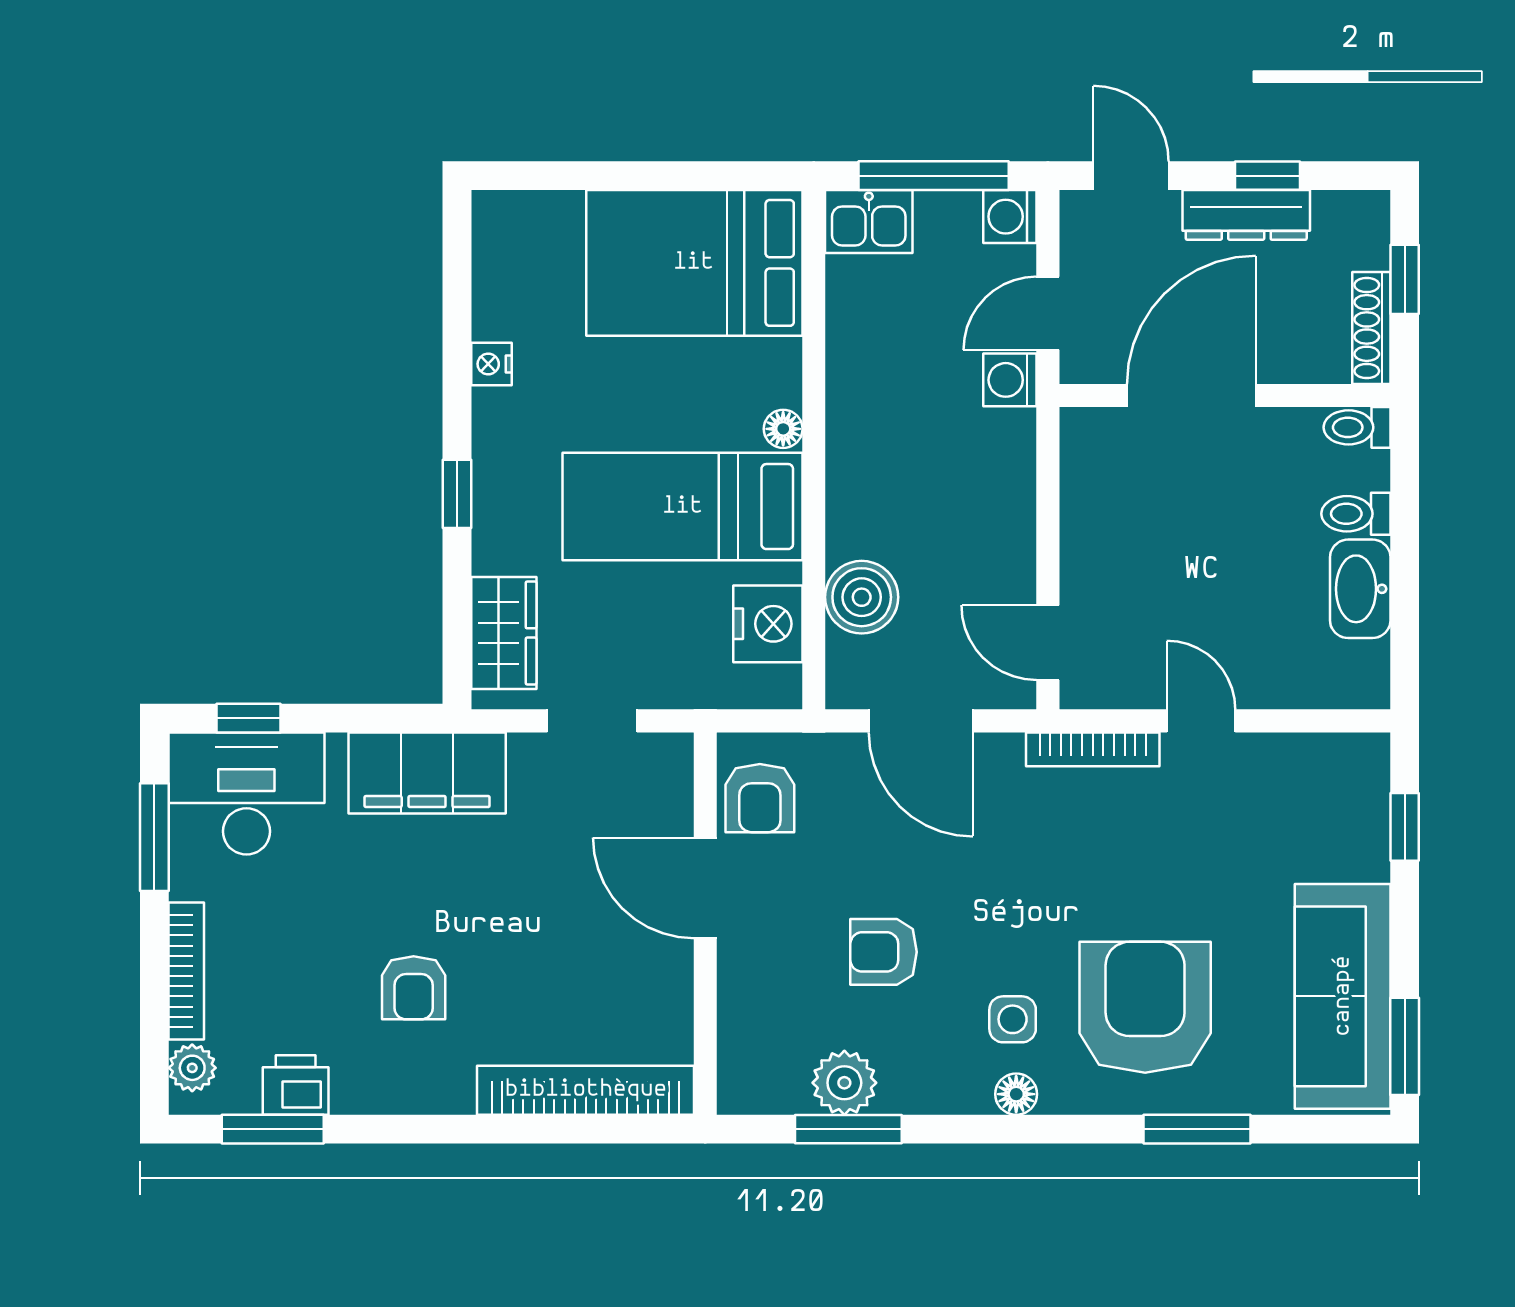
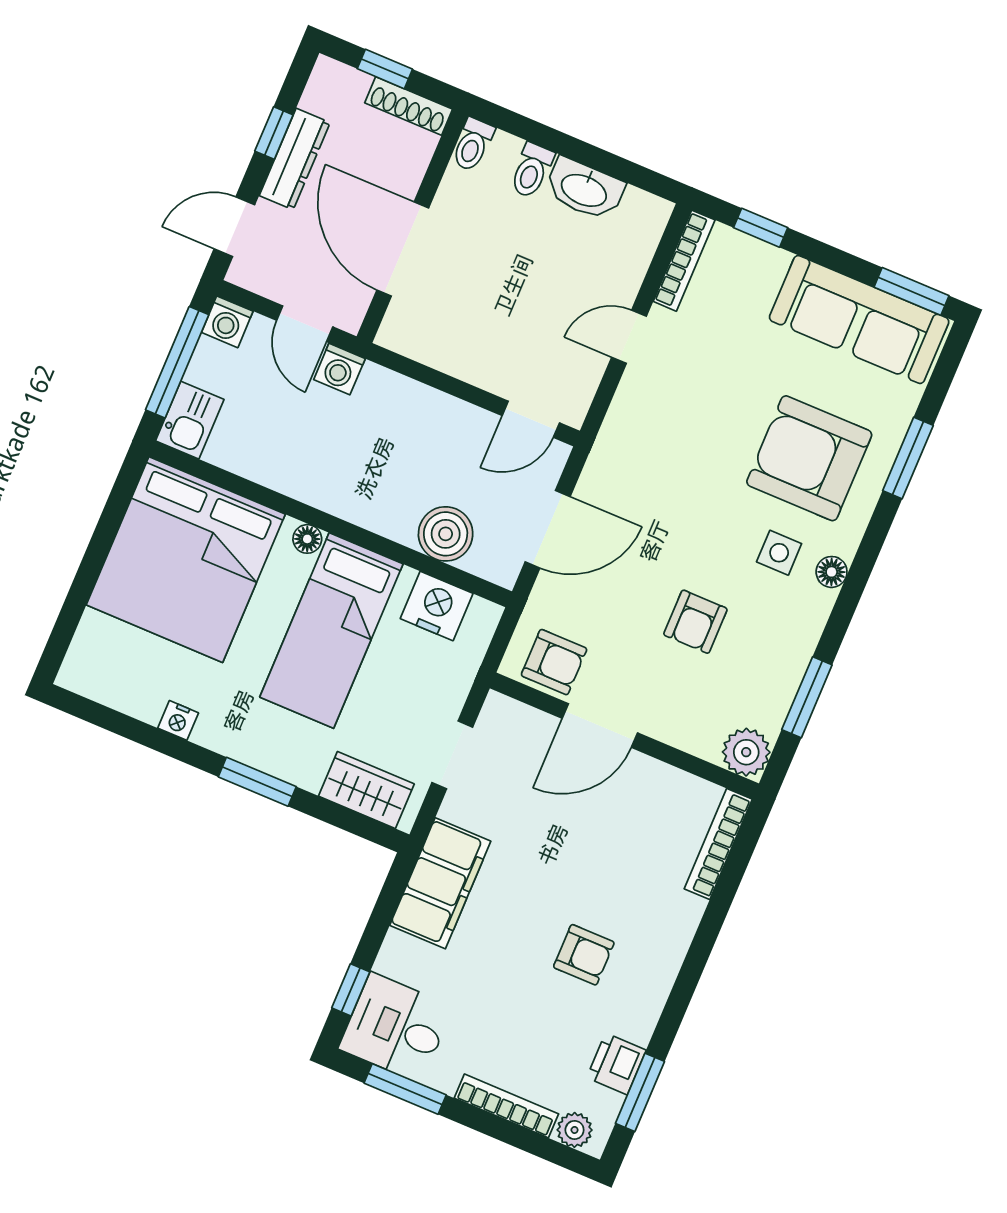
bed: (694, 263) -> (186, 560), width x1.36
window: (457, 494) -> (257, 782), width x1.50
bookcase: (1093, 749) -> (684, 261), moved
desk: (246, 793) -> (396, 1028), width x0.73
plant: (844, 1083) -> (746, 752), moved
bookcase: (586, 1090) -> (718, 844), width x0.68, depth x0.76

